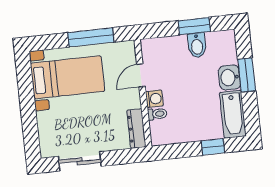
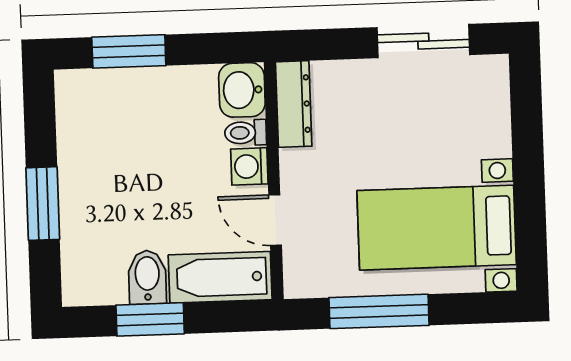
door: (141, 75) -> (275, 220), swing flipped
washbasin: (229, 77) -> (242, 90), moved, turned 180
bathtub: (233, 114) -> (220, 277), moved, turned -90
window: (213, 147) -> (129, 51), width x1.50

